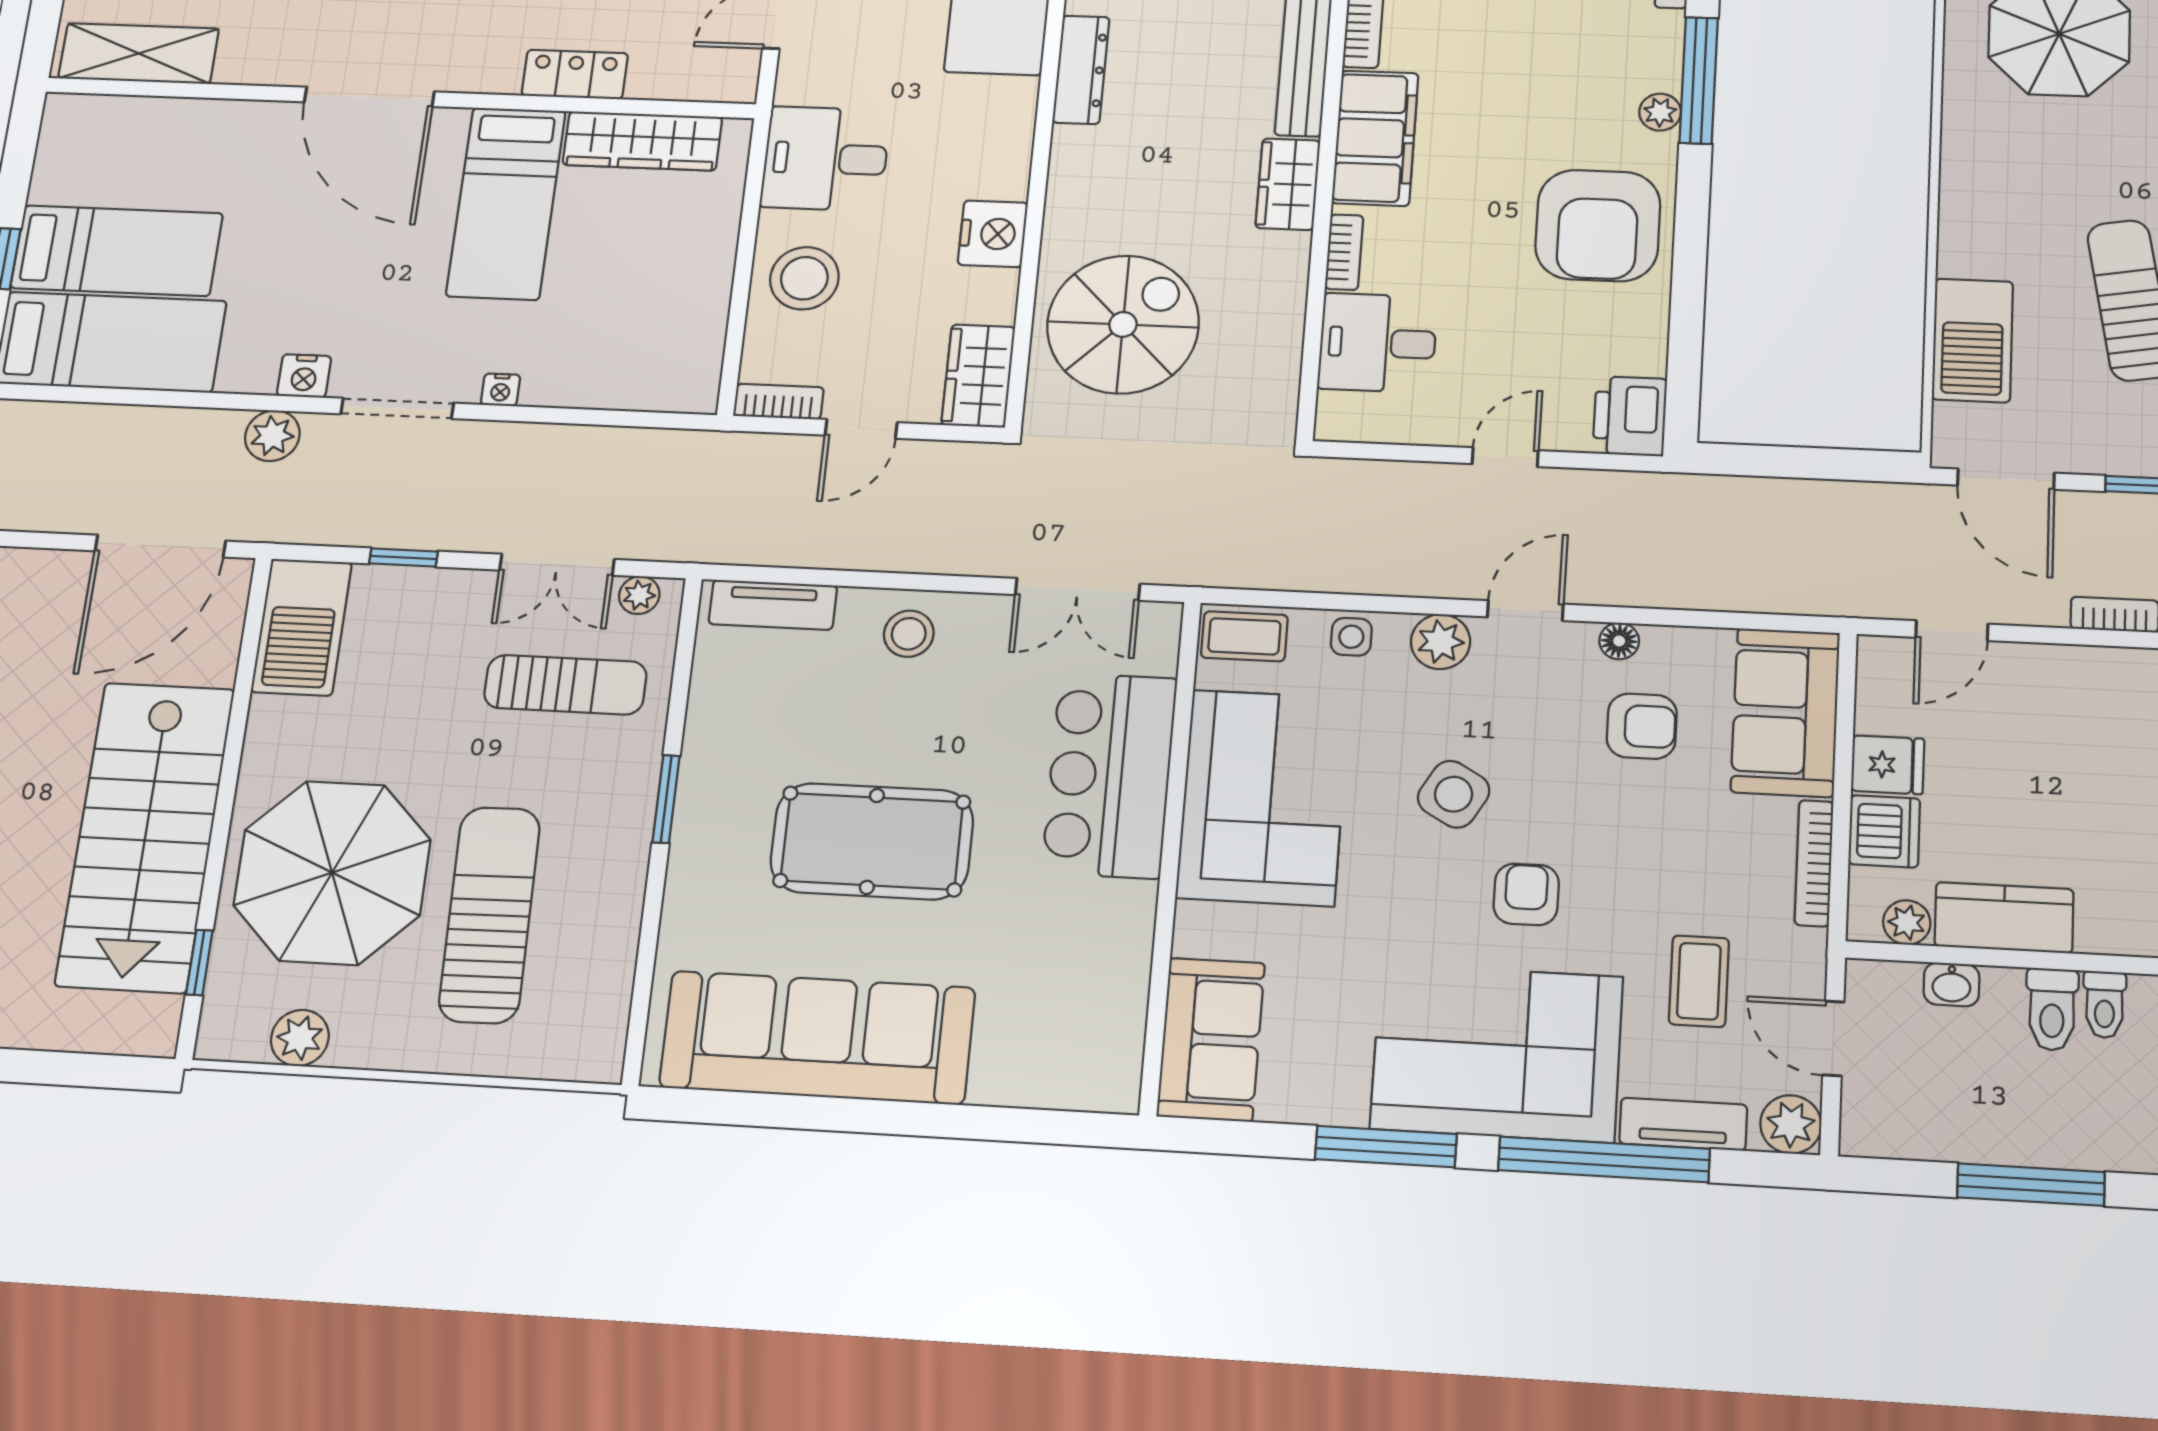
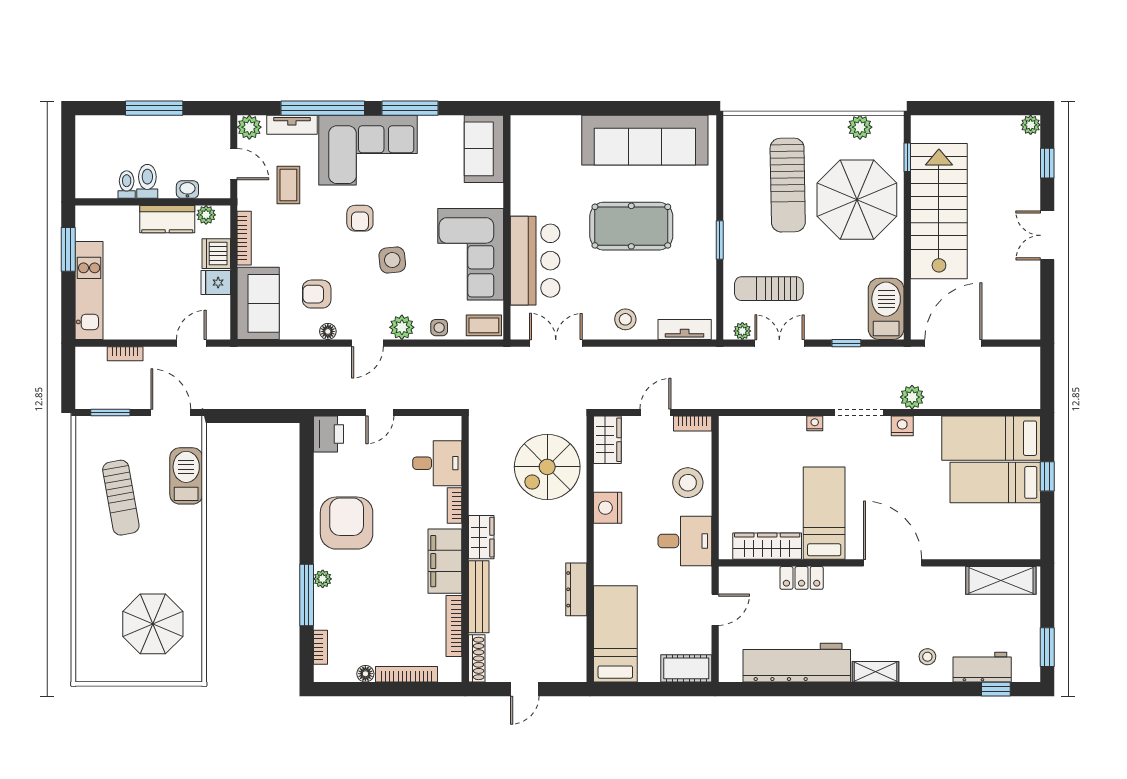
side table: (1454, 794) -> (392, 260), turned -36

